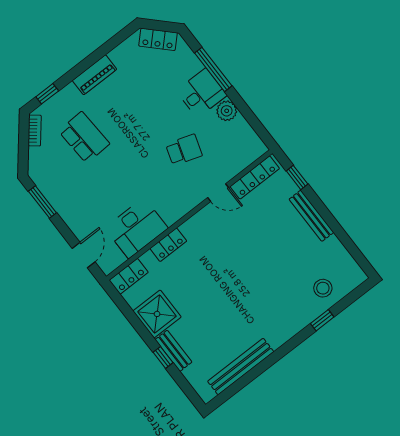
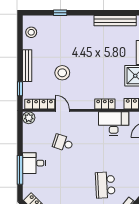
plant: (227, 111) -> (29, 118), moved
stool: (257, 242) -> (62, 73), added
stool: (323, 288) -> (31, 32), moved

